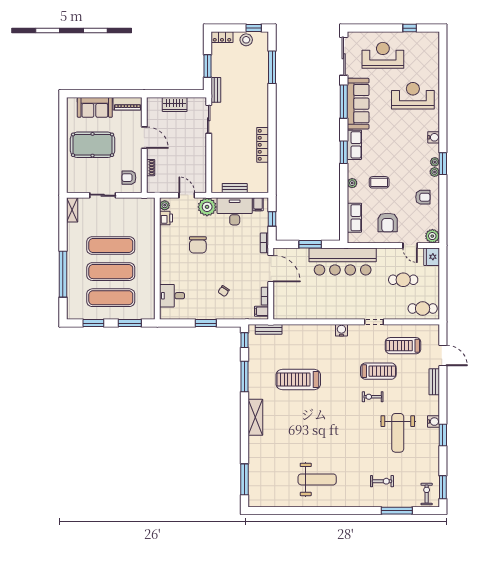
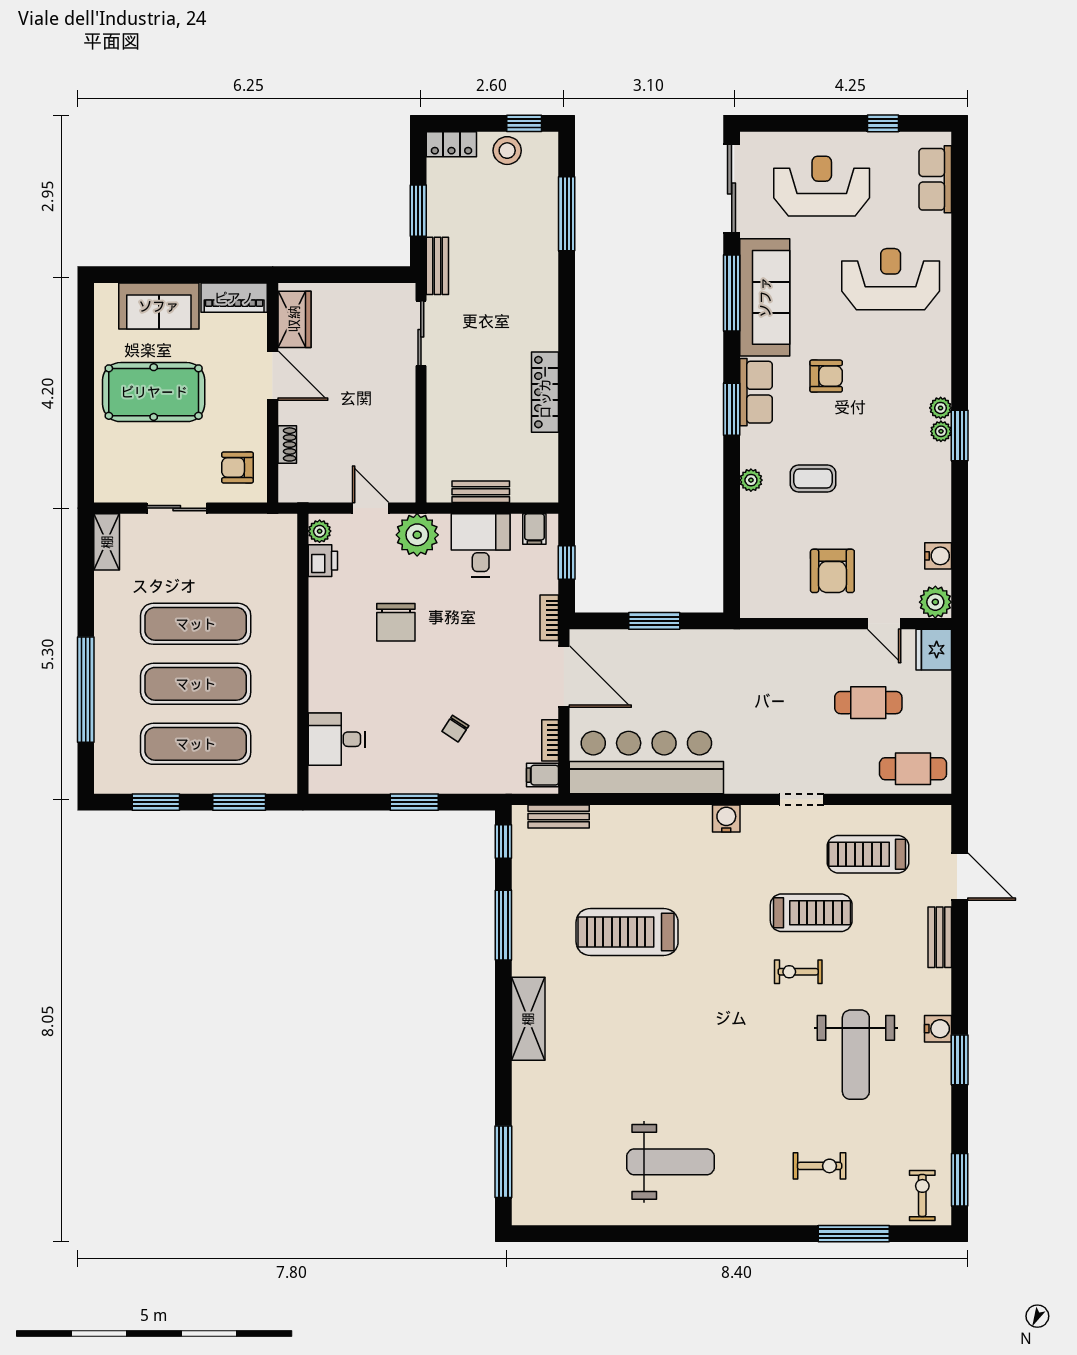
wardrobe: (175, 104) -> (294, 319), moved, turned -90
water cooler: (434, 137) -> (938, 556), moved
plant: (435, 172) -> (941, 408), moved
armchair: (423, 197) -> (826, 376), moved
desk: (235, 211) -> (481, 545), width x0.73
row of seats: (354, 218) -> (935, 179), moved, turned 180
bar counter: (343, 261) -> (646, 763), moved, turned 180

